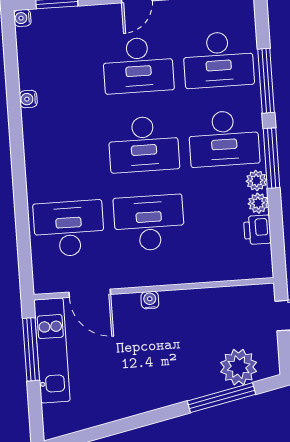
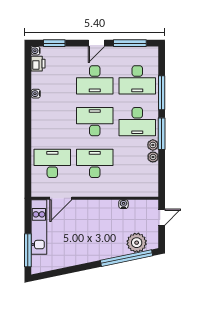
desk: (144, 144) -> (95, 122), turned 180
printer: (257, 230) -> (38, 64), moved, turned 180
door: (90, 293) -> (61, 198), hinge flipped
water cooler: (150, 300) -> (123, 204), moved
window: (31, 349) -> (28, 250), moved
window: (221, 398) -> (126, 258), width x1.46

